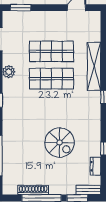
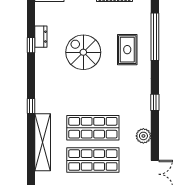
rug: (22, 145) -> (127, 50), added
dresser: (95, 166) -> (41, 37), moved

